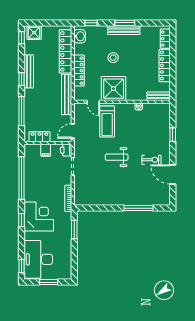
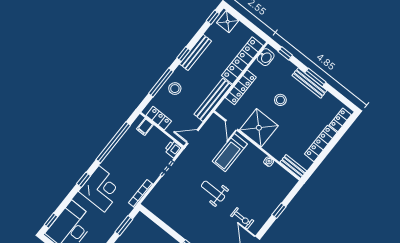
stool: (34, 108) -> (175, 89), added
filing cabinet: (46, 150) -> (145, 127), moved

